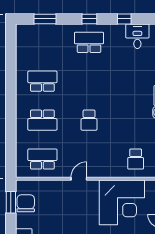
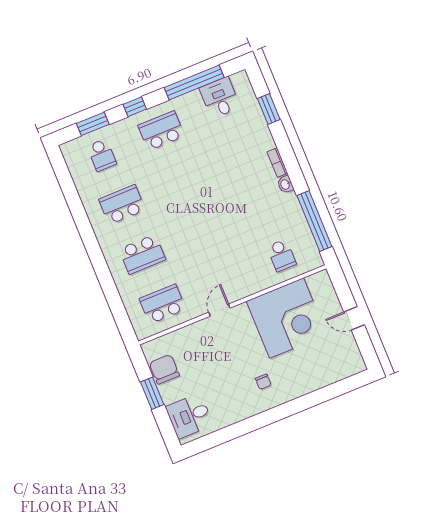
window: (89, 19) -> (135, 107), moved
window: (124, 19) -> (194, 83), width x3.17
school desk: (89, 120) -> (102, 155), moved
window: (11, 202) -> (152, 393), moved

